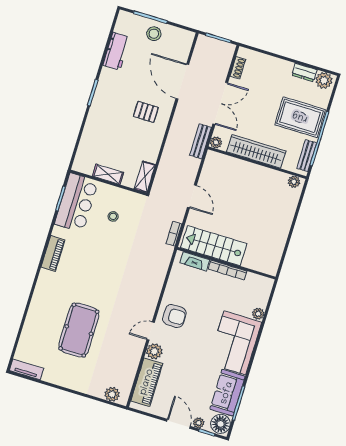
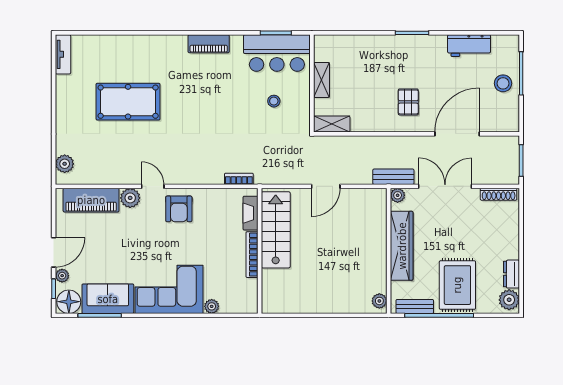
shoe rack: (238, 68) -> (499, 194), width x1.43
double door: (220, 103) -> (445, 186), swing flipped
bookcase: (174, 234) -> (239, 179), moved

